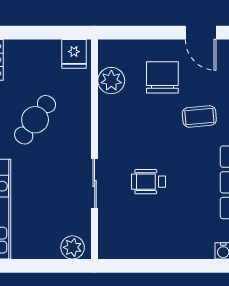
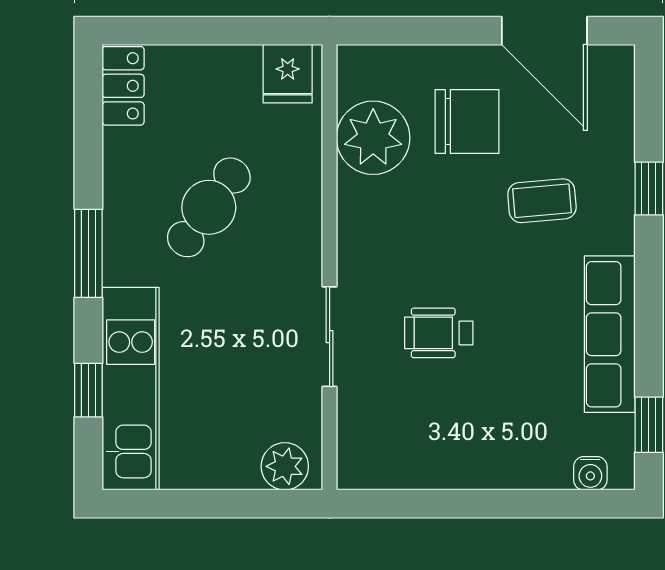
door: (201, 33) -> (544, 31), width x1.38
chair: (162, 77) -> (467, 121), turned 90
plant: (111, 81) -> (373, 138), width x1.36, depth x1.36

